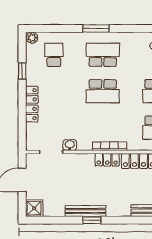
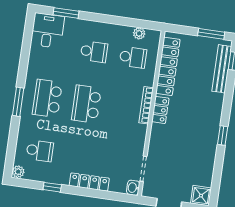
school desk: (54, 55) -> (40, 151), turned 180
school desk: (103, 91) -> (86, 104), turned 180
washbasin: (70, 145) -> (133, 188), moved
bench: (85, 211) -> (212, 141), removed

